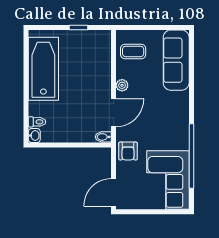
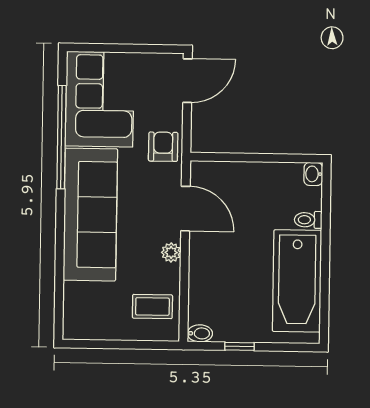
sofa: (176, 60) -> (90, 215), moved, width x1.36, depth x1.27
door: (114, 113) -> (185, 209), swing flipped
toilet: (37, 122) -> (308, 220), moved
bidet: (103, 137) -> (200, 333), moved

